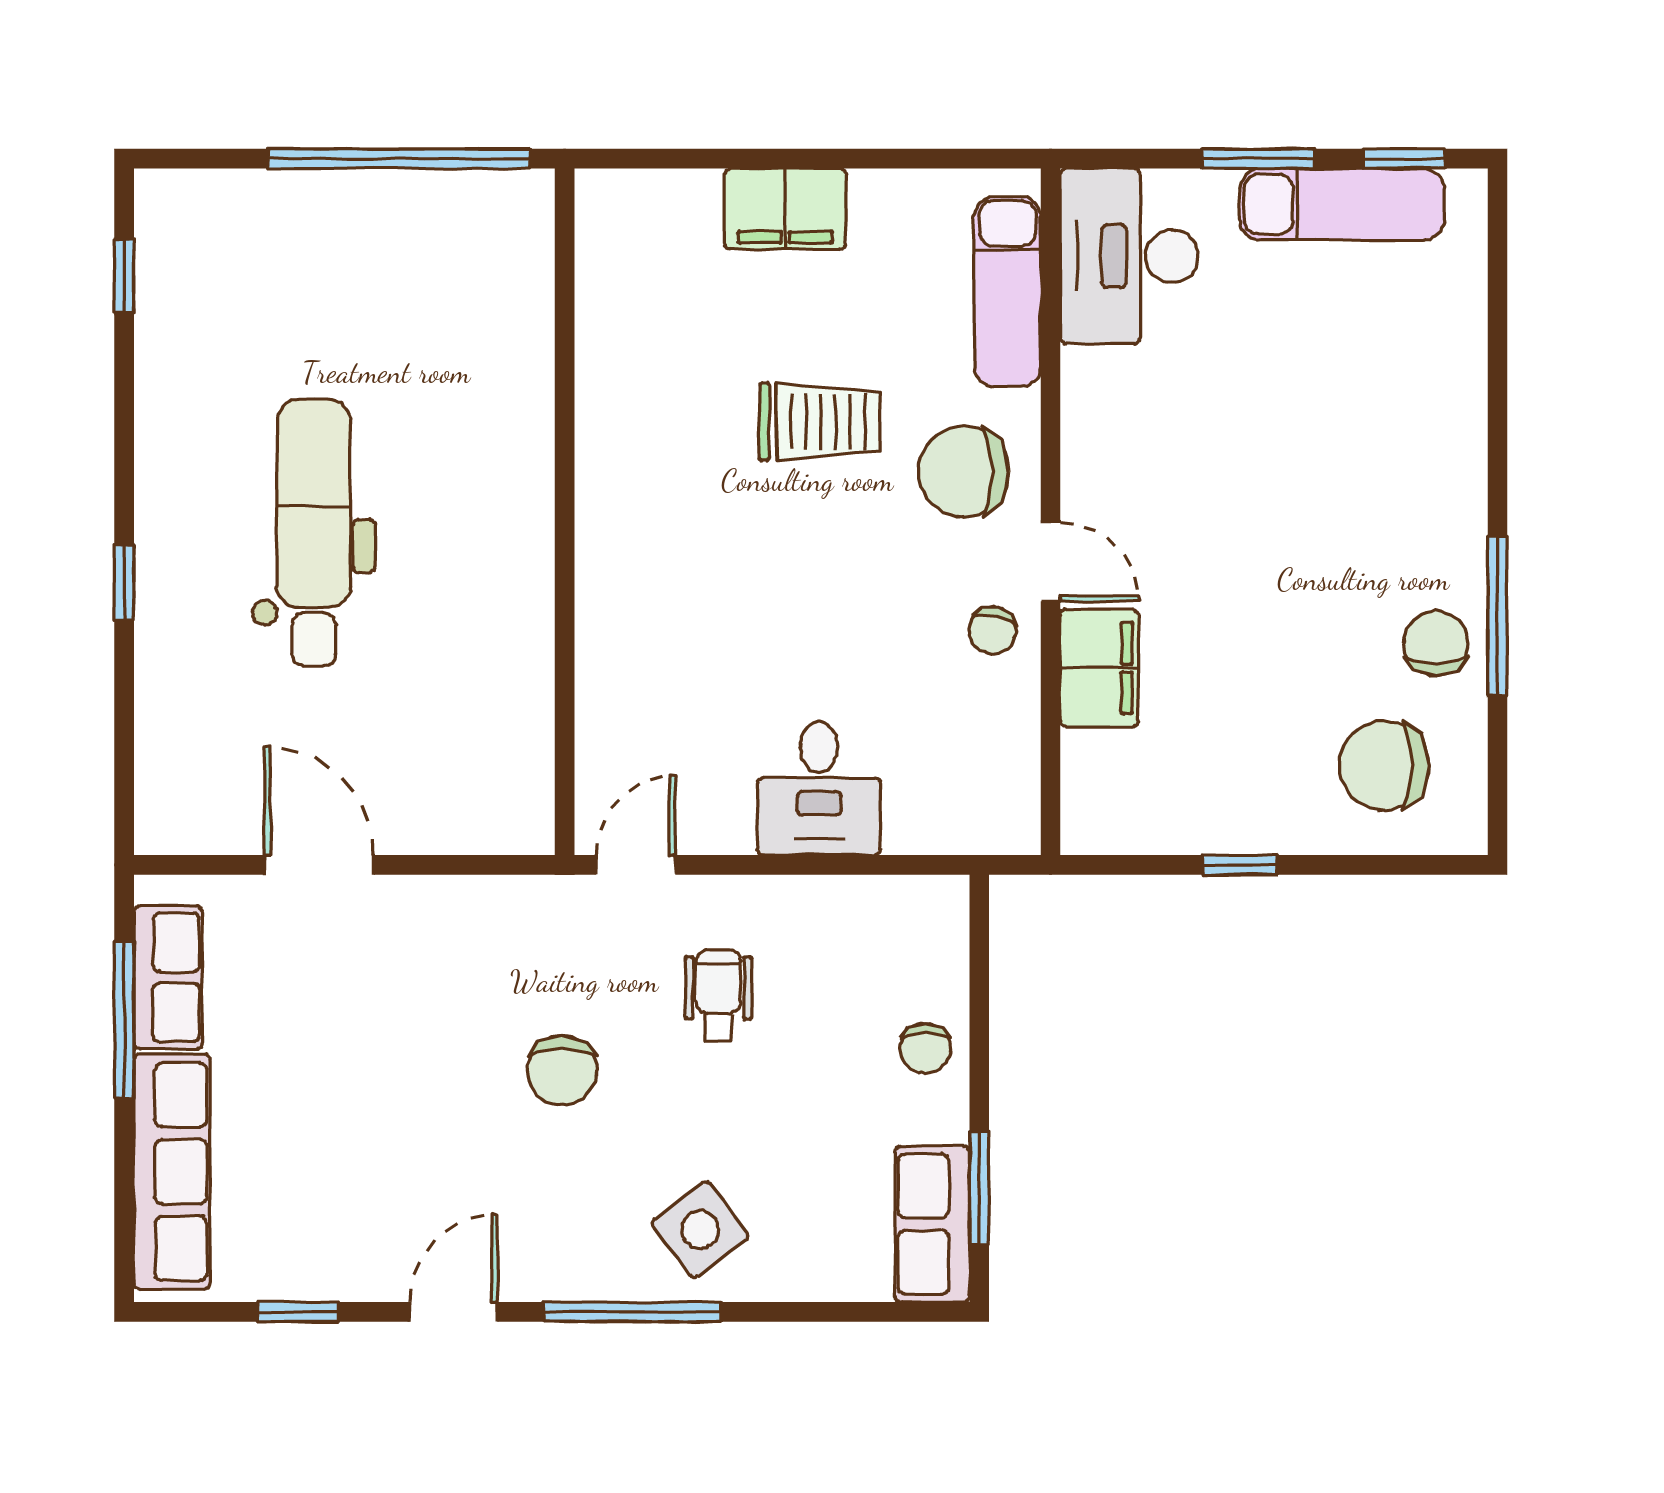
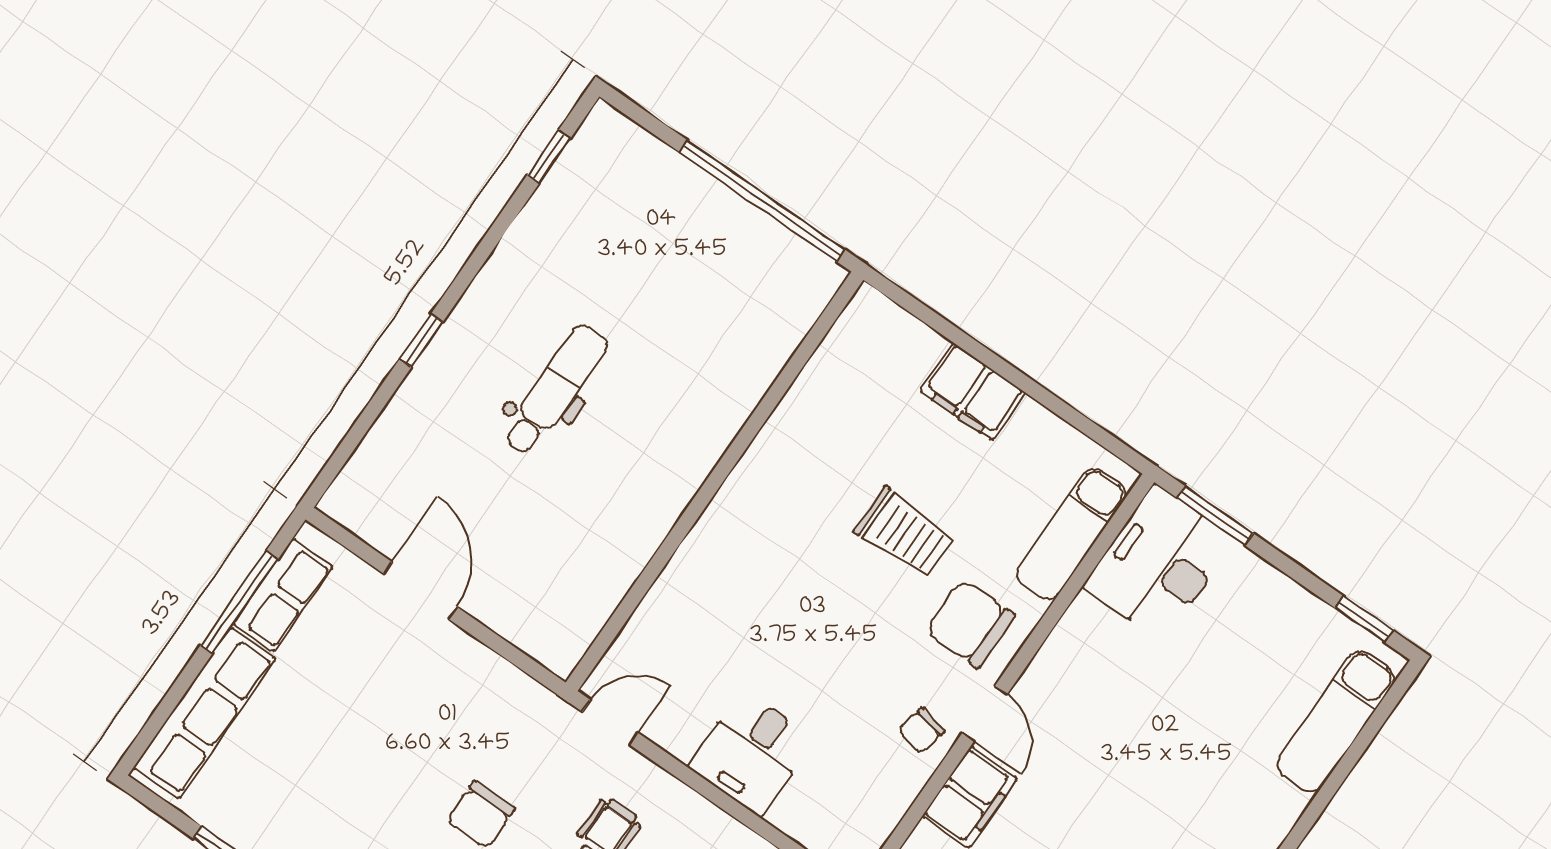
window: (1258, 159) -> (1215, 516), moved
exam couch: (1342, 204) -> (1336, 722), moved, turned 90
dental chair: (314, 533) -> (555, 389), width x0.73, depth x0.72

